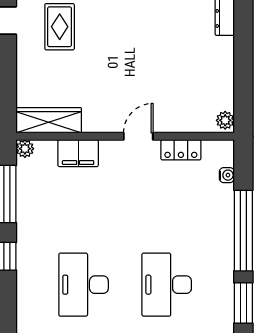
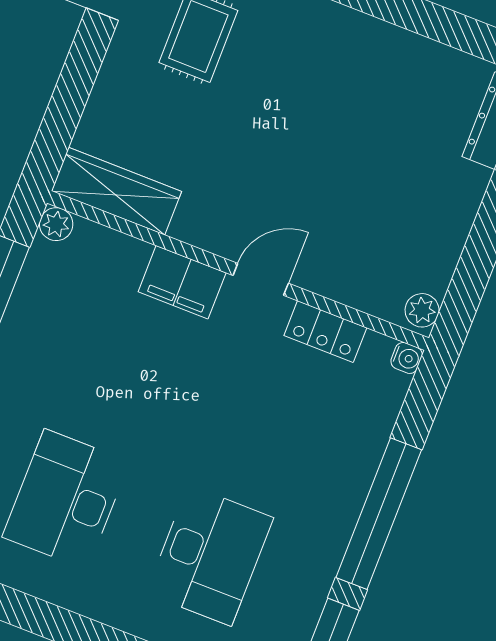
filing cabinet: (78, 153) -> (182, 282), moved
water cooler: (227, 175) -> (407, 358), moved
desk: (167, 285) -> (210, 555), turned 180

